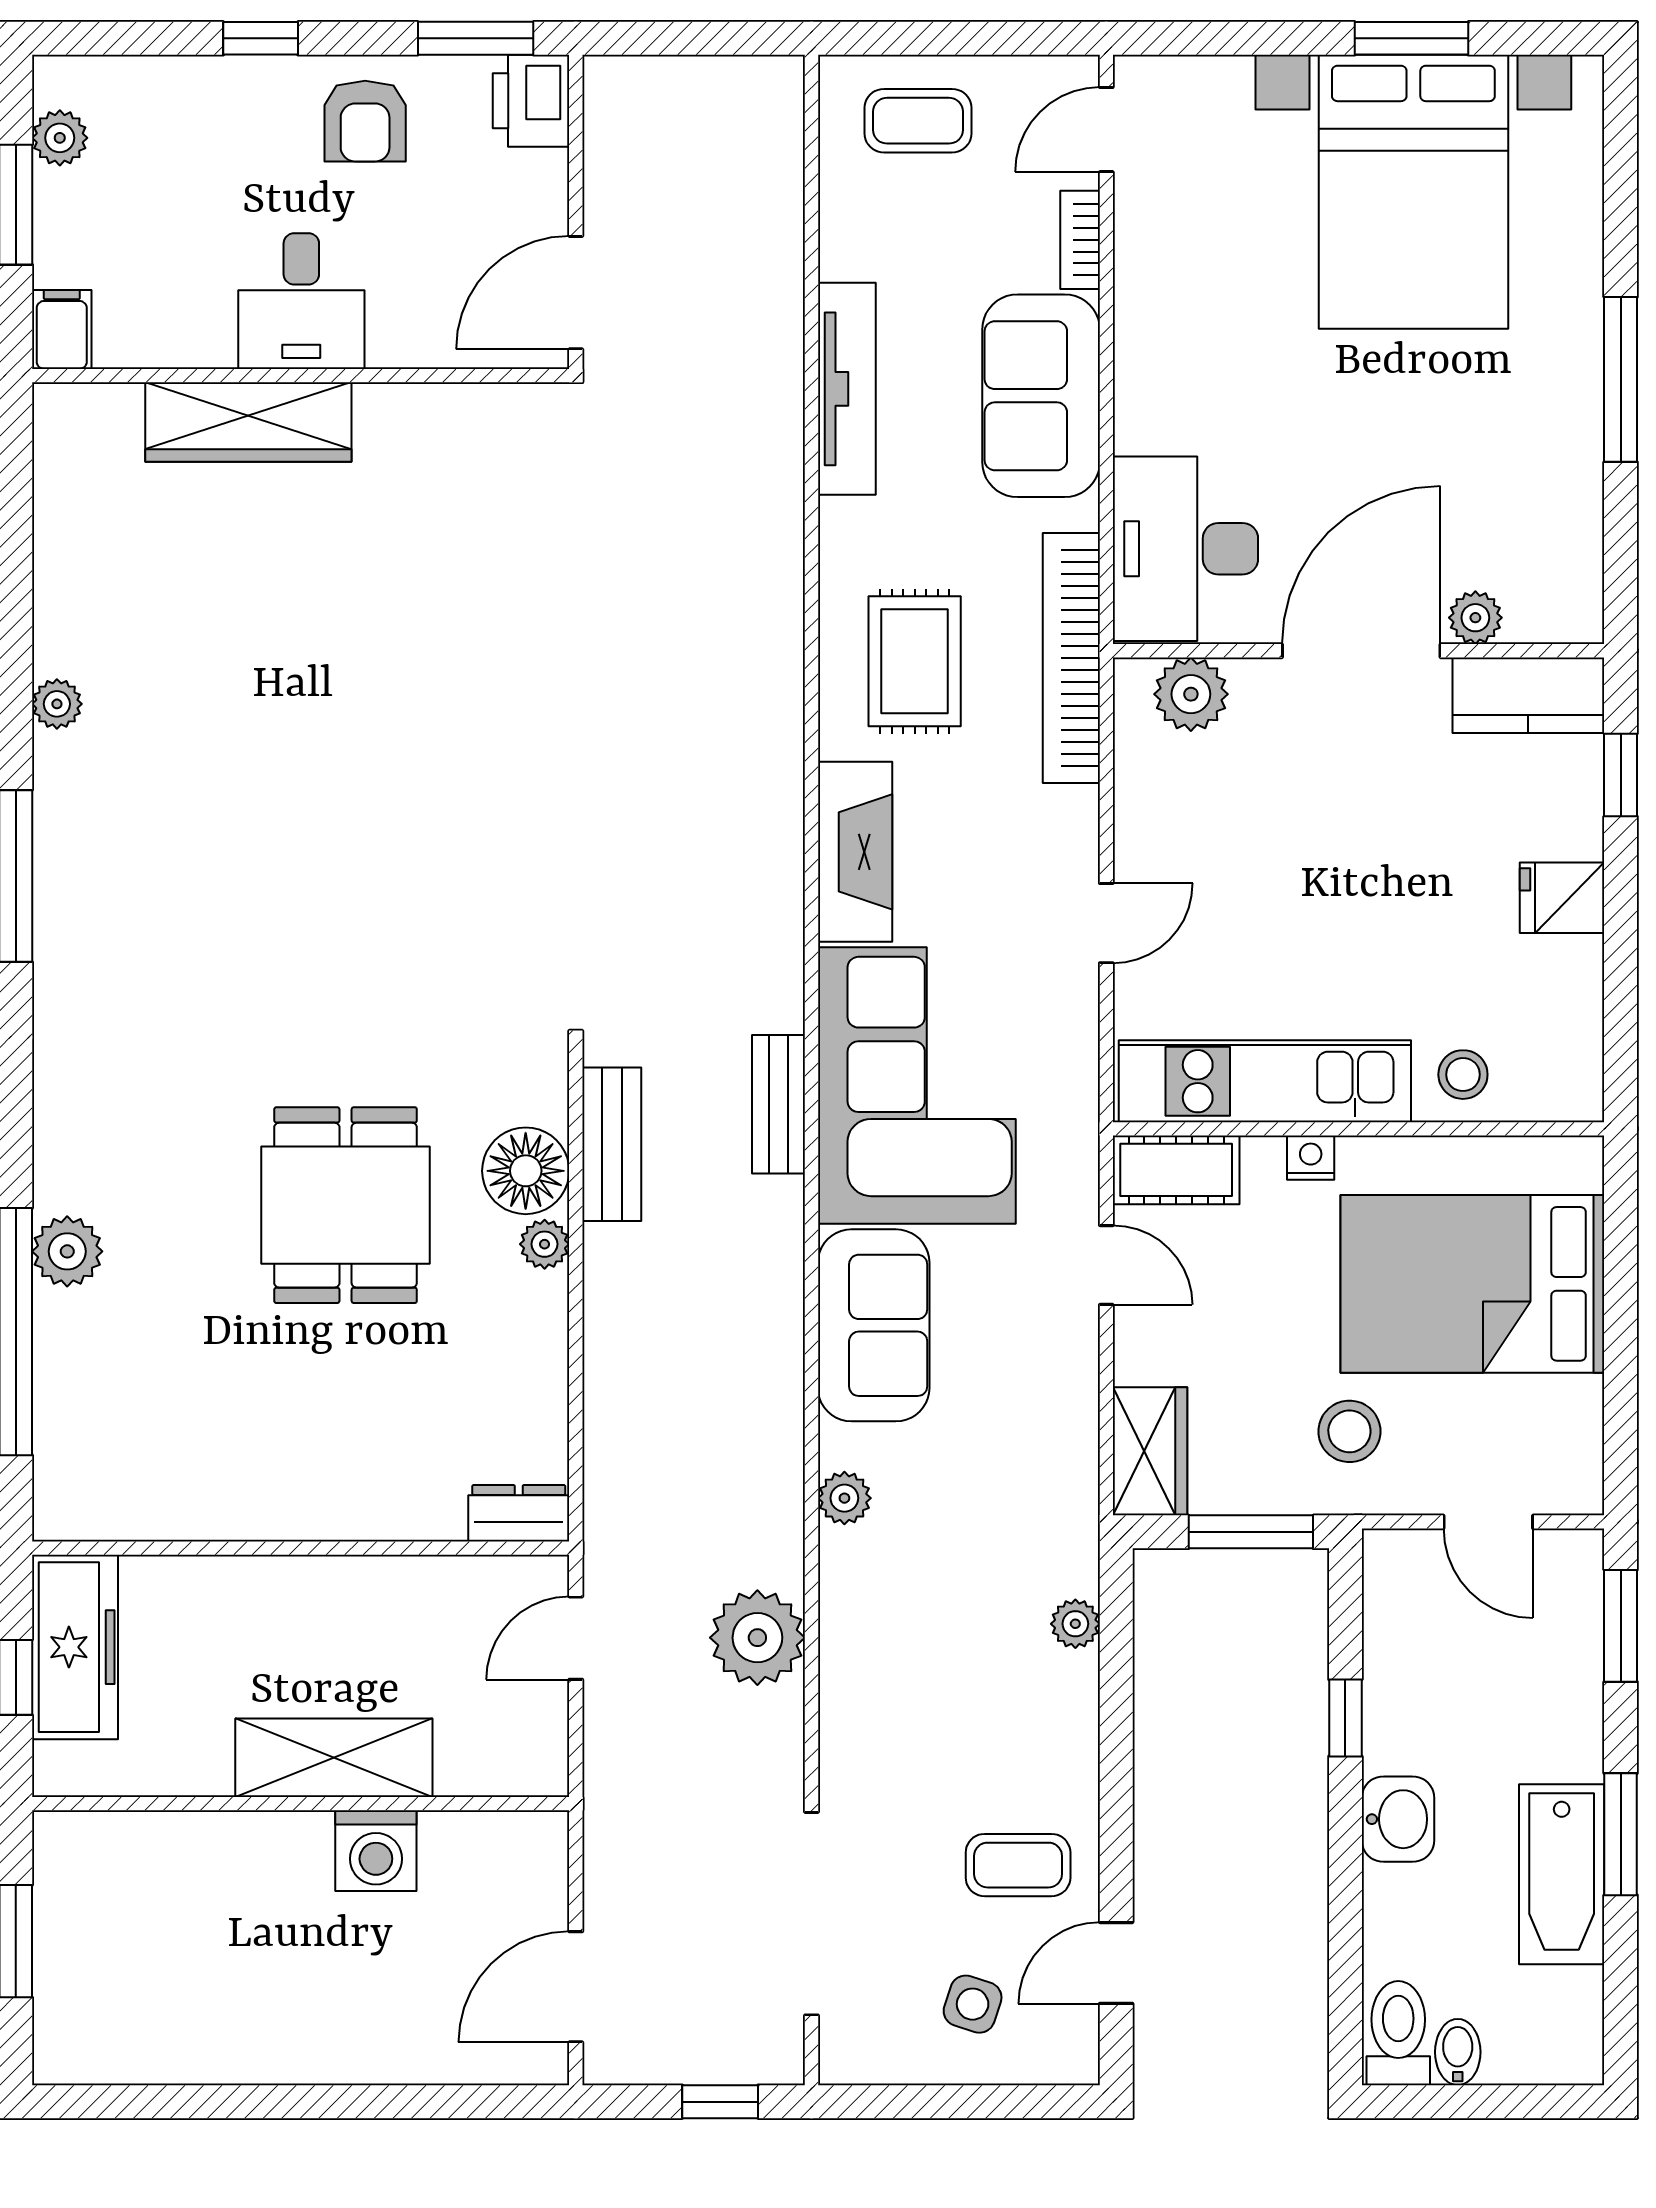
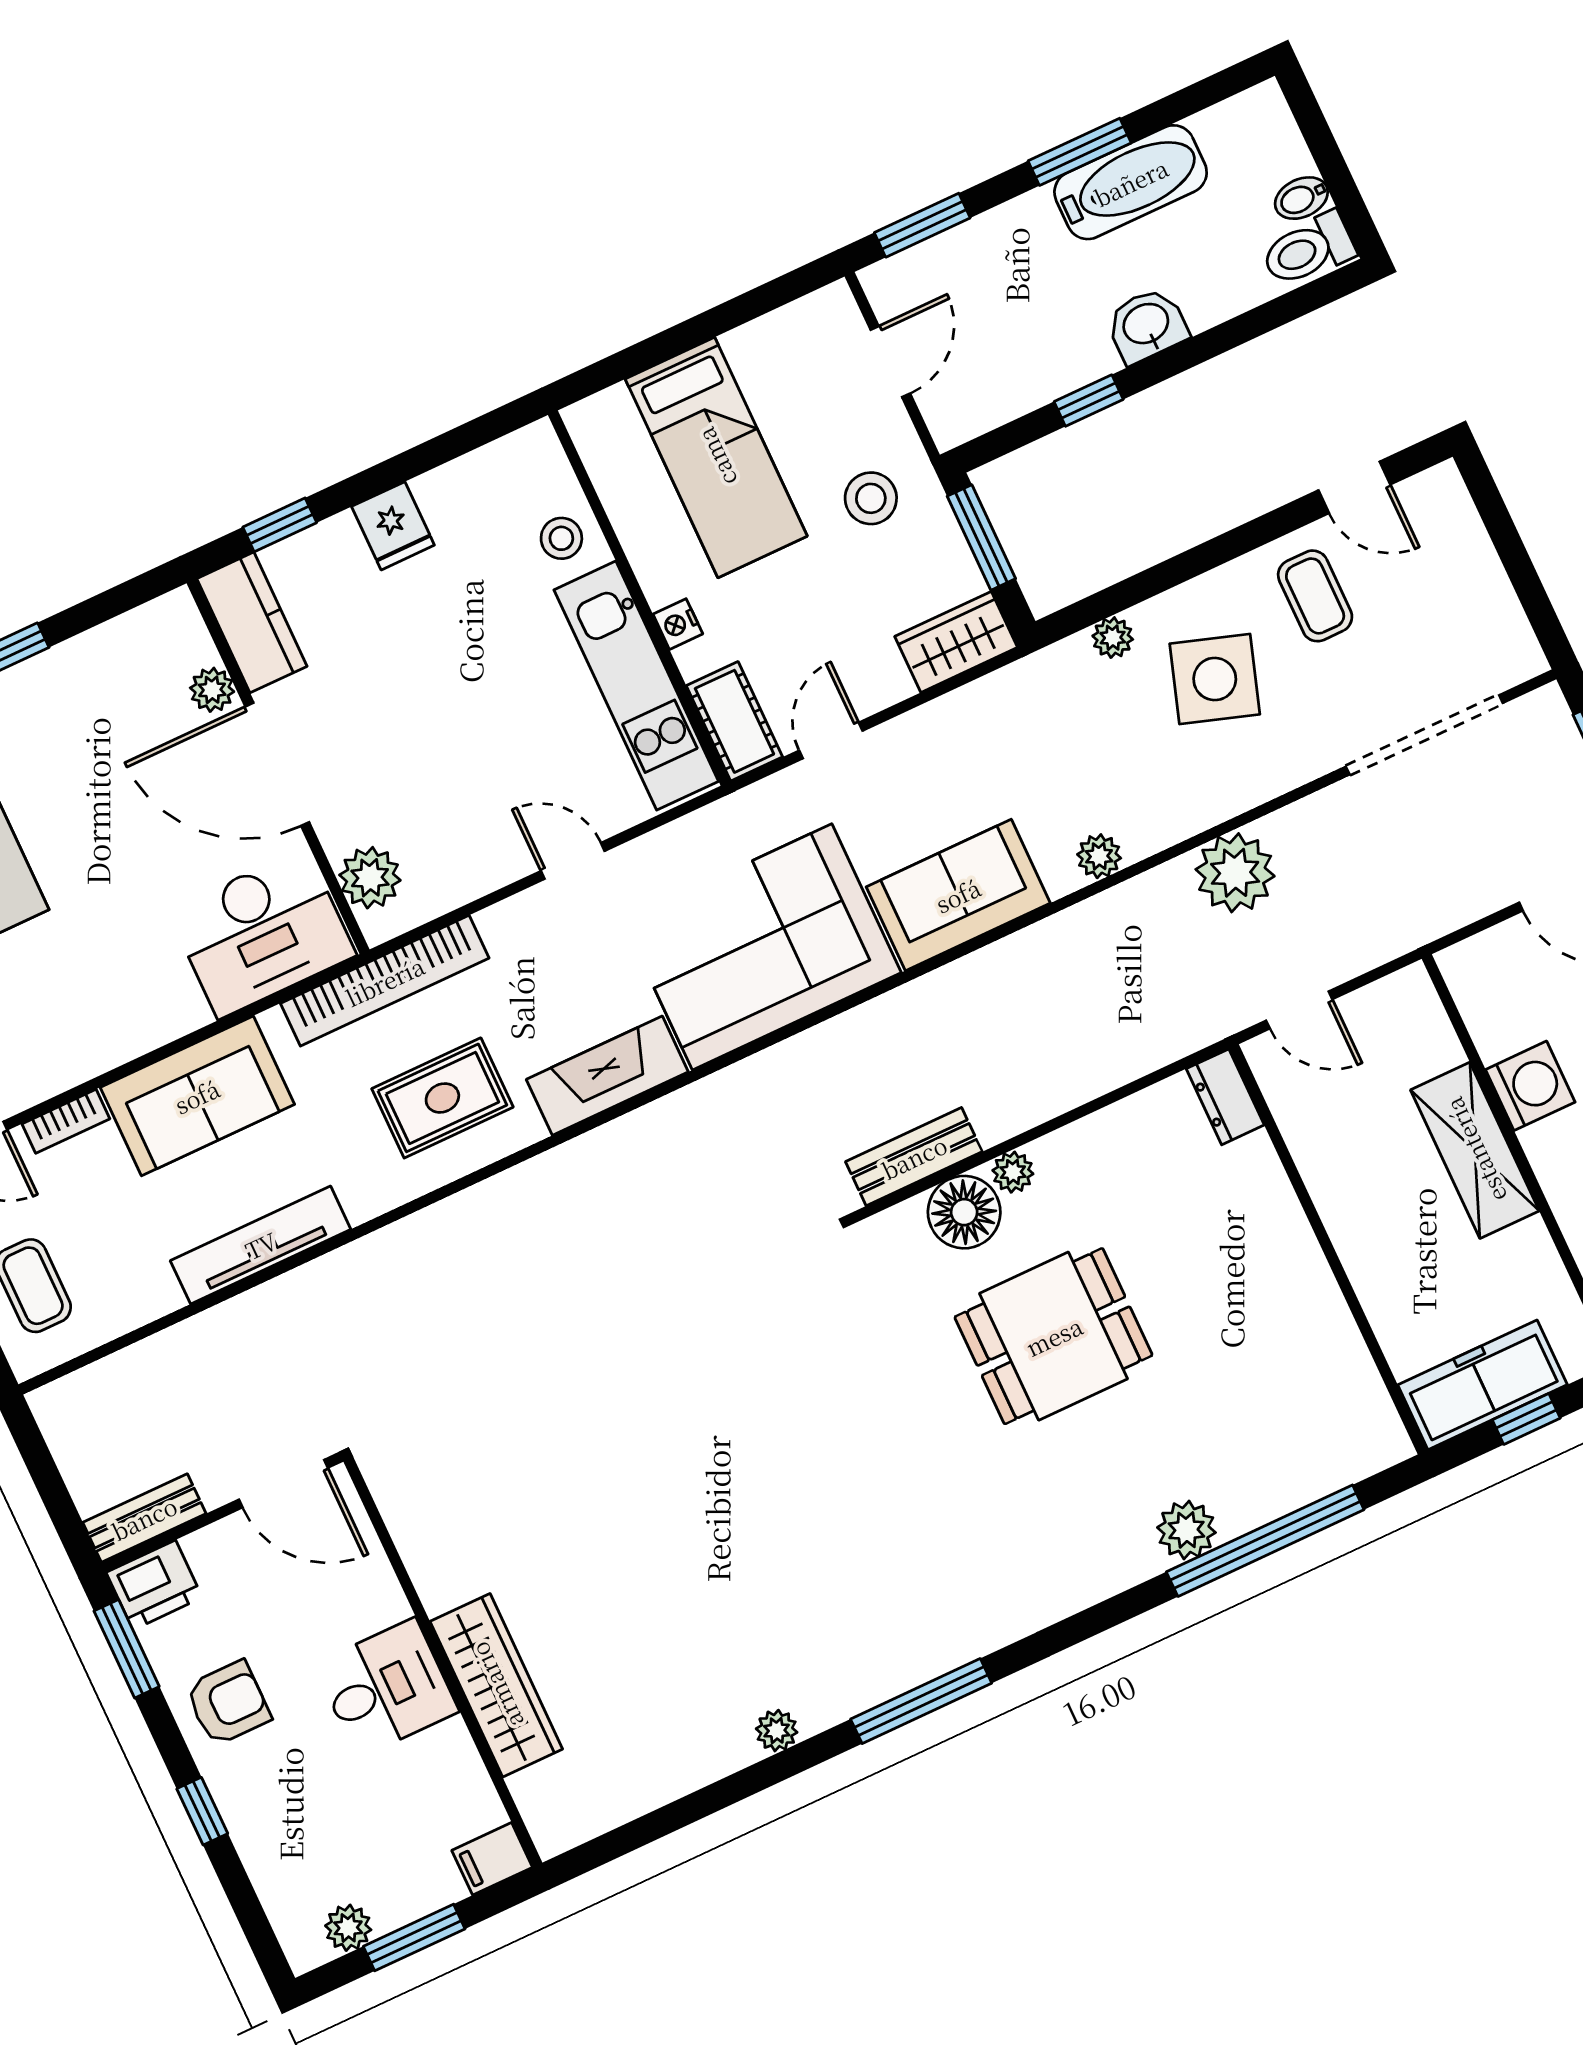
bench: (779, 1104) -> (144, 1518), moved
bed: (1472, 1284) -> (716, 457), width x0.67
side table: (973, 2004) -> (1215, 679), moved, width x1.87, depth x1.87

